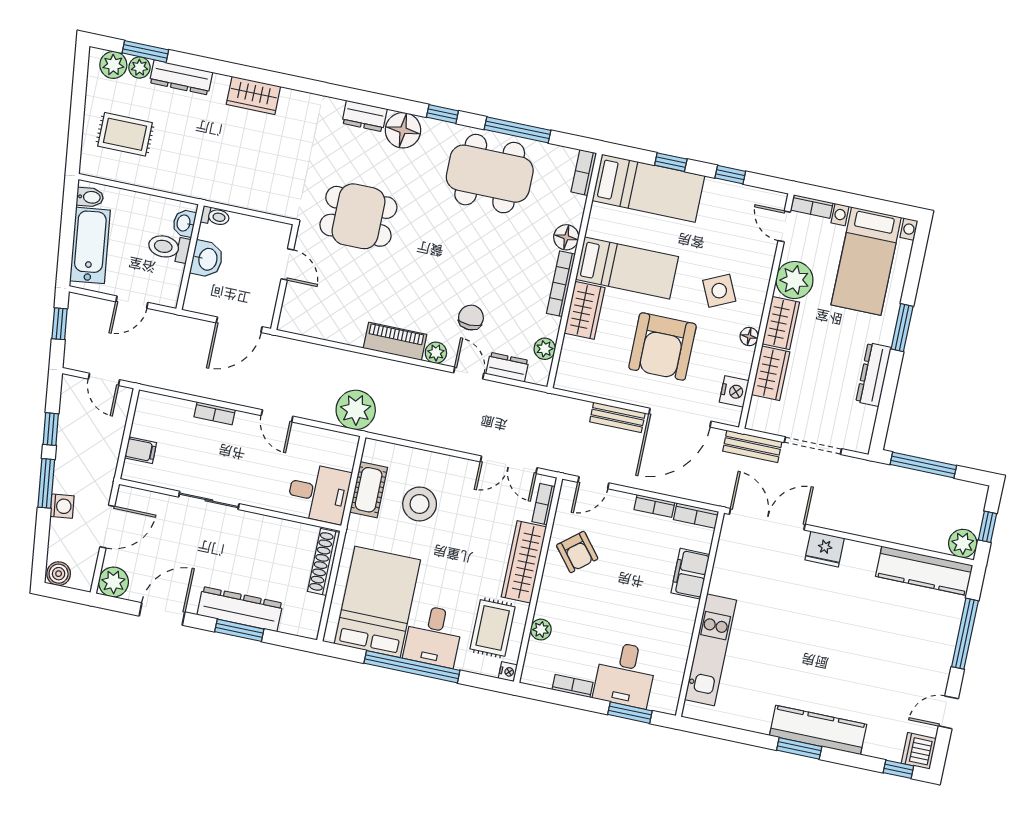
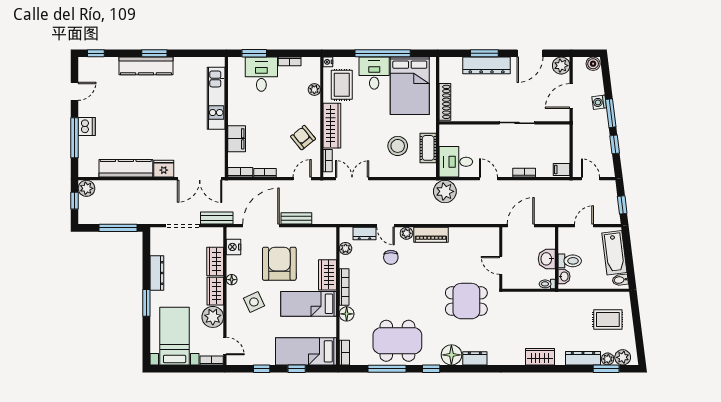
filing cabinet: (141, 450) -> (562, 169), moved
desk: (319, 493) -> (456, 162), moved
kitchen counter: (924, 571) -> (126, 168), moved
dishwasher: (919, 751) -> (87, 126), moved

